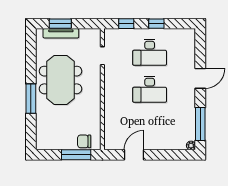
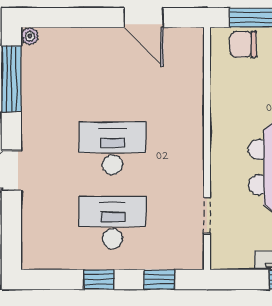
chair: (84, 141) -> (243, 44), turned 180
door: (134, 155) -> (144, 18), hinge flipped

